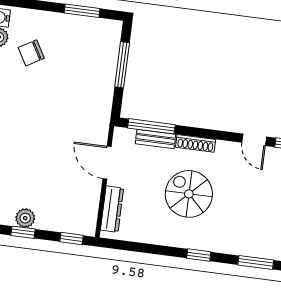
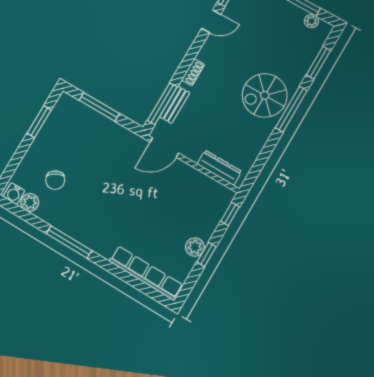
shoe rack: (196, 143) -> (193, 72), width x0.70
door: (107, 163) -> (164, 148), moved
spiral stairs: (189, 194) -> (265, 95), moved
window: (199, 255) -> (291, 109), width x2.17

